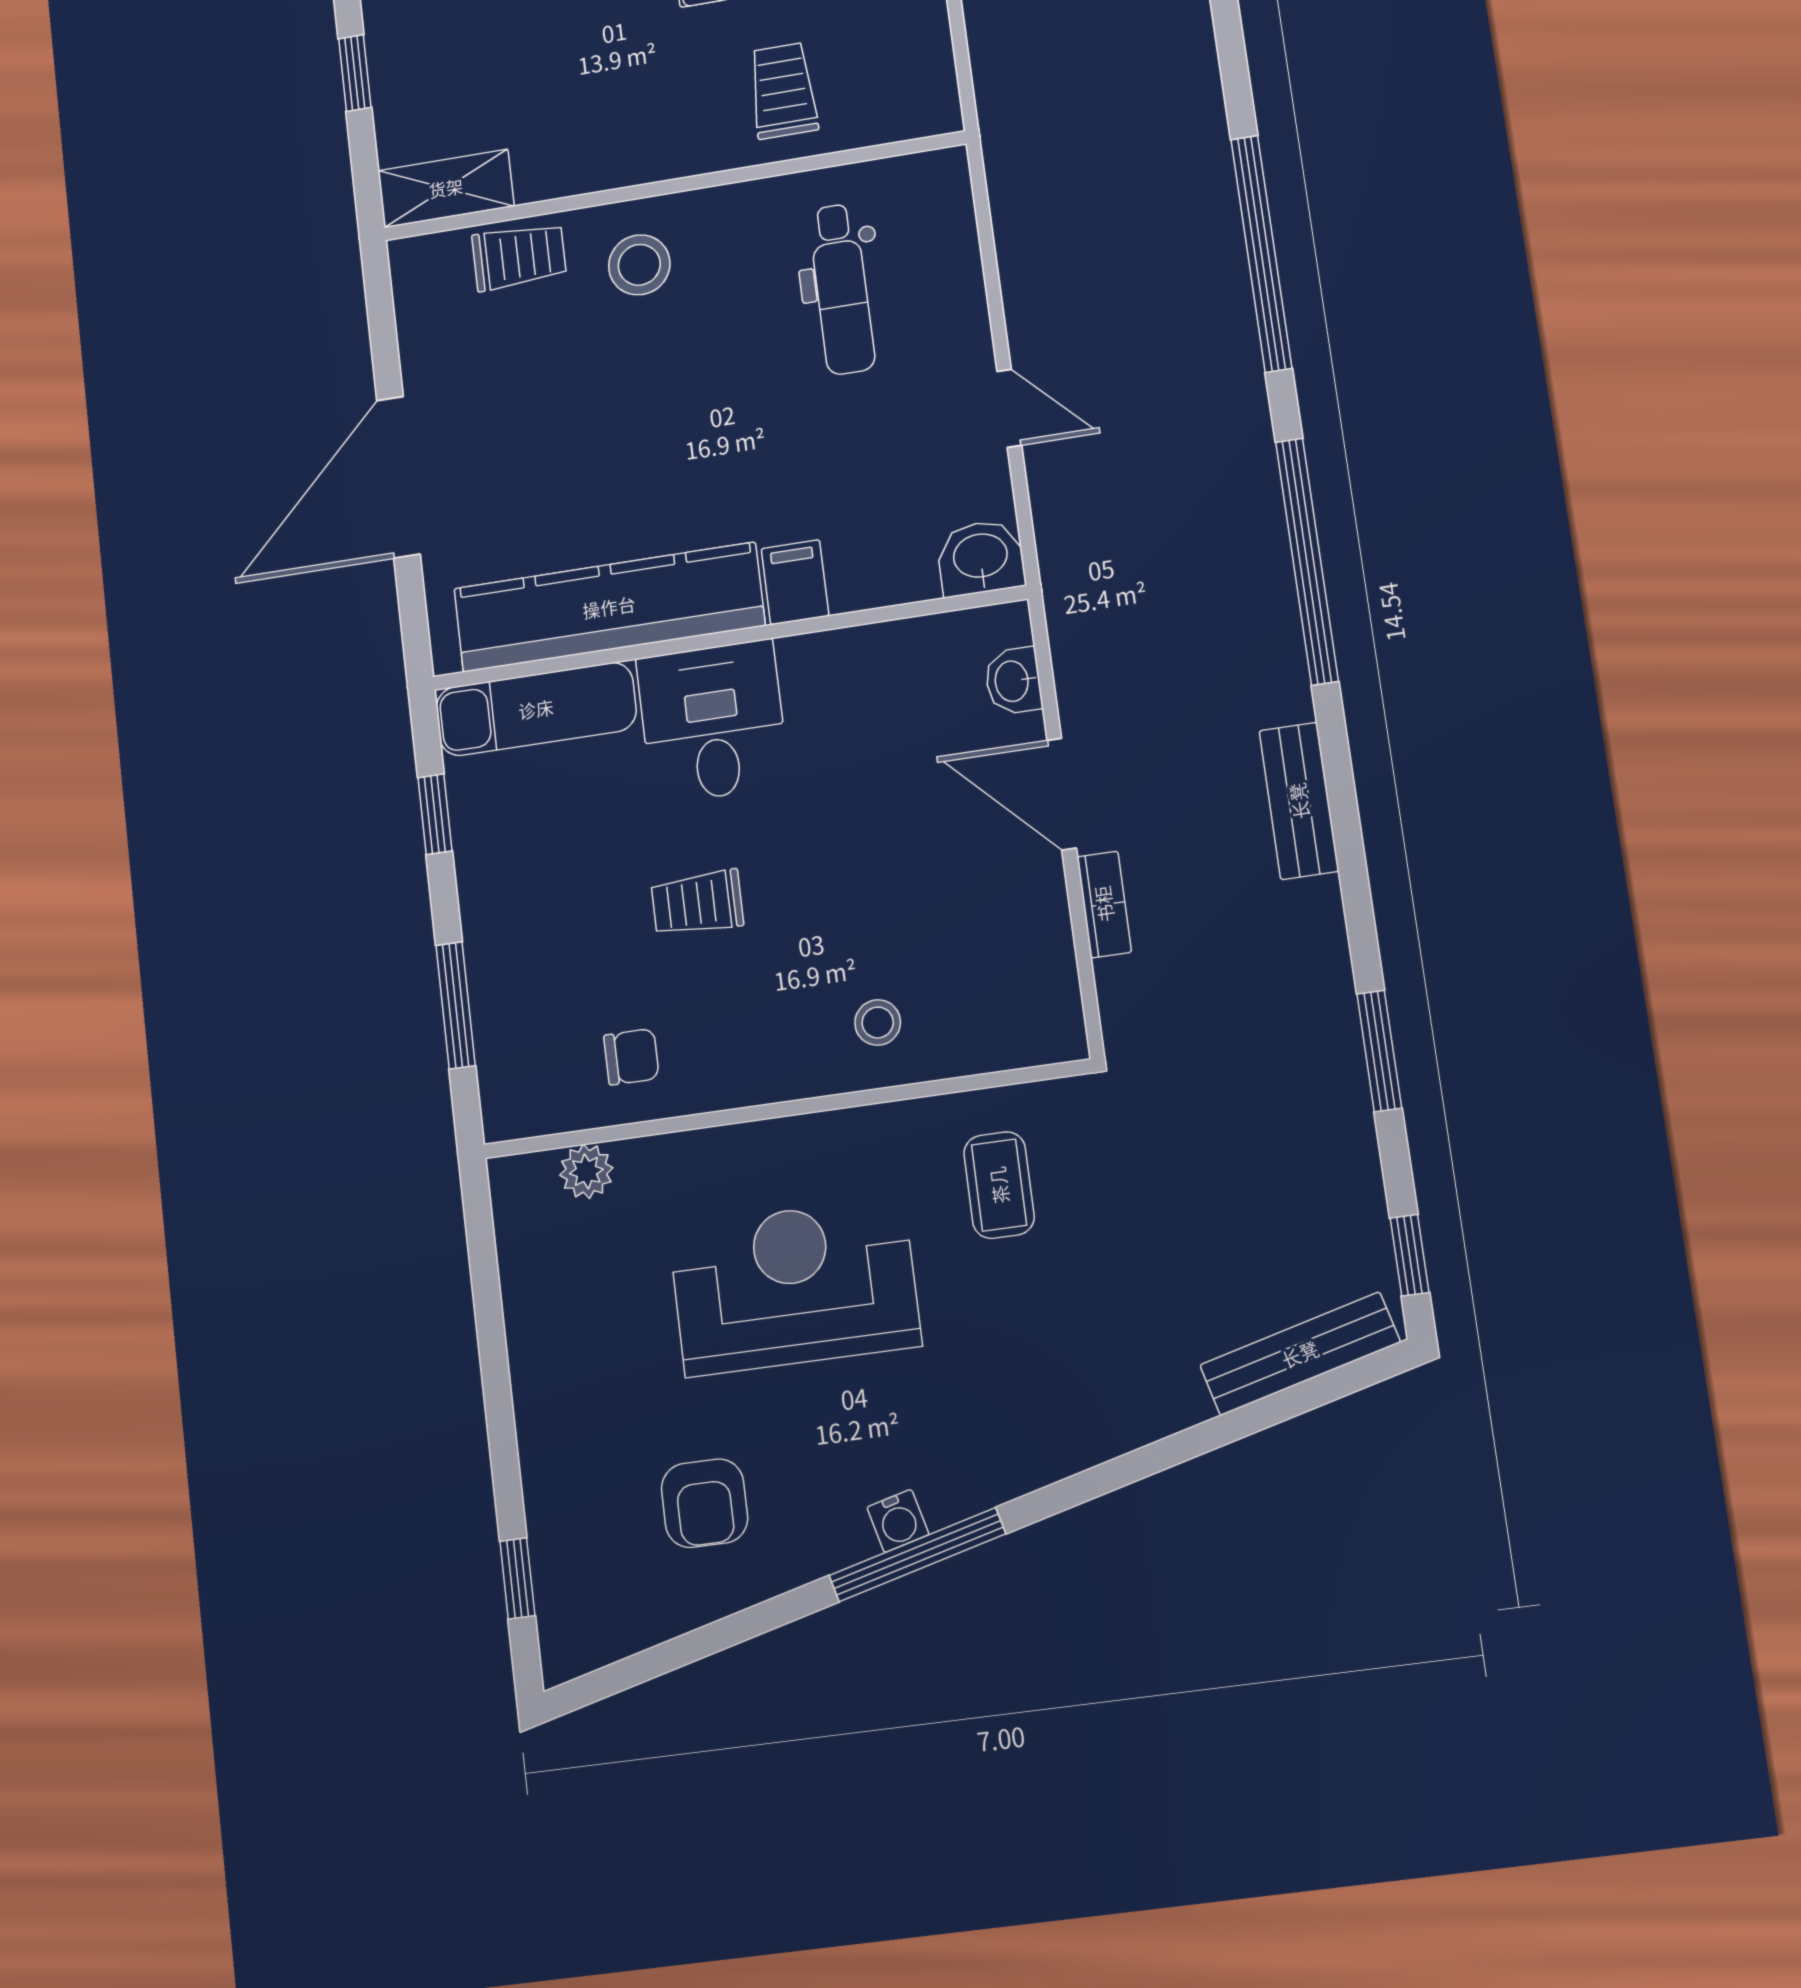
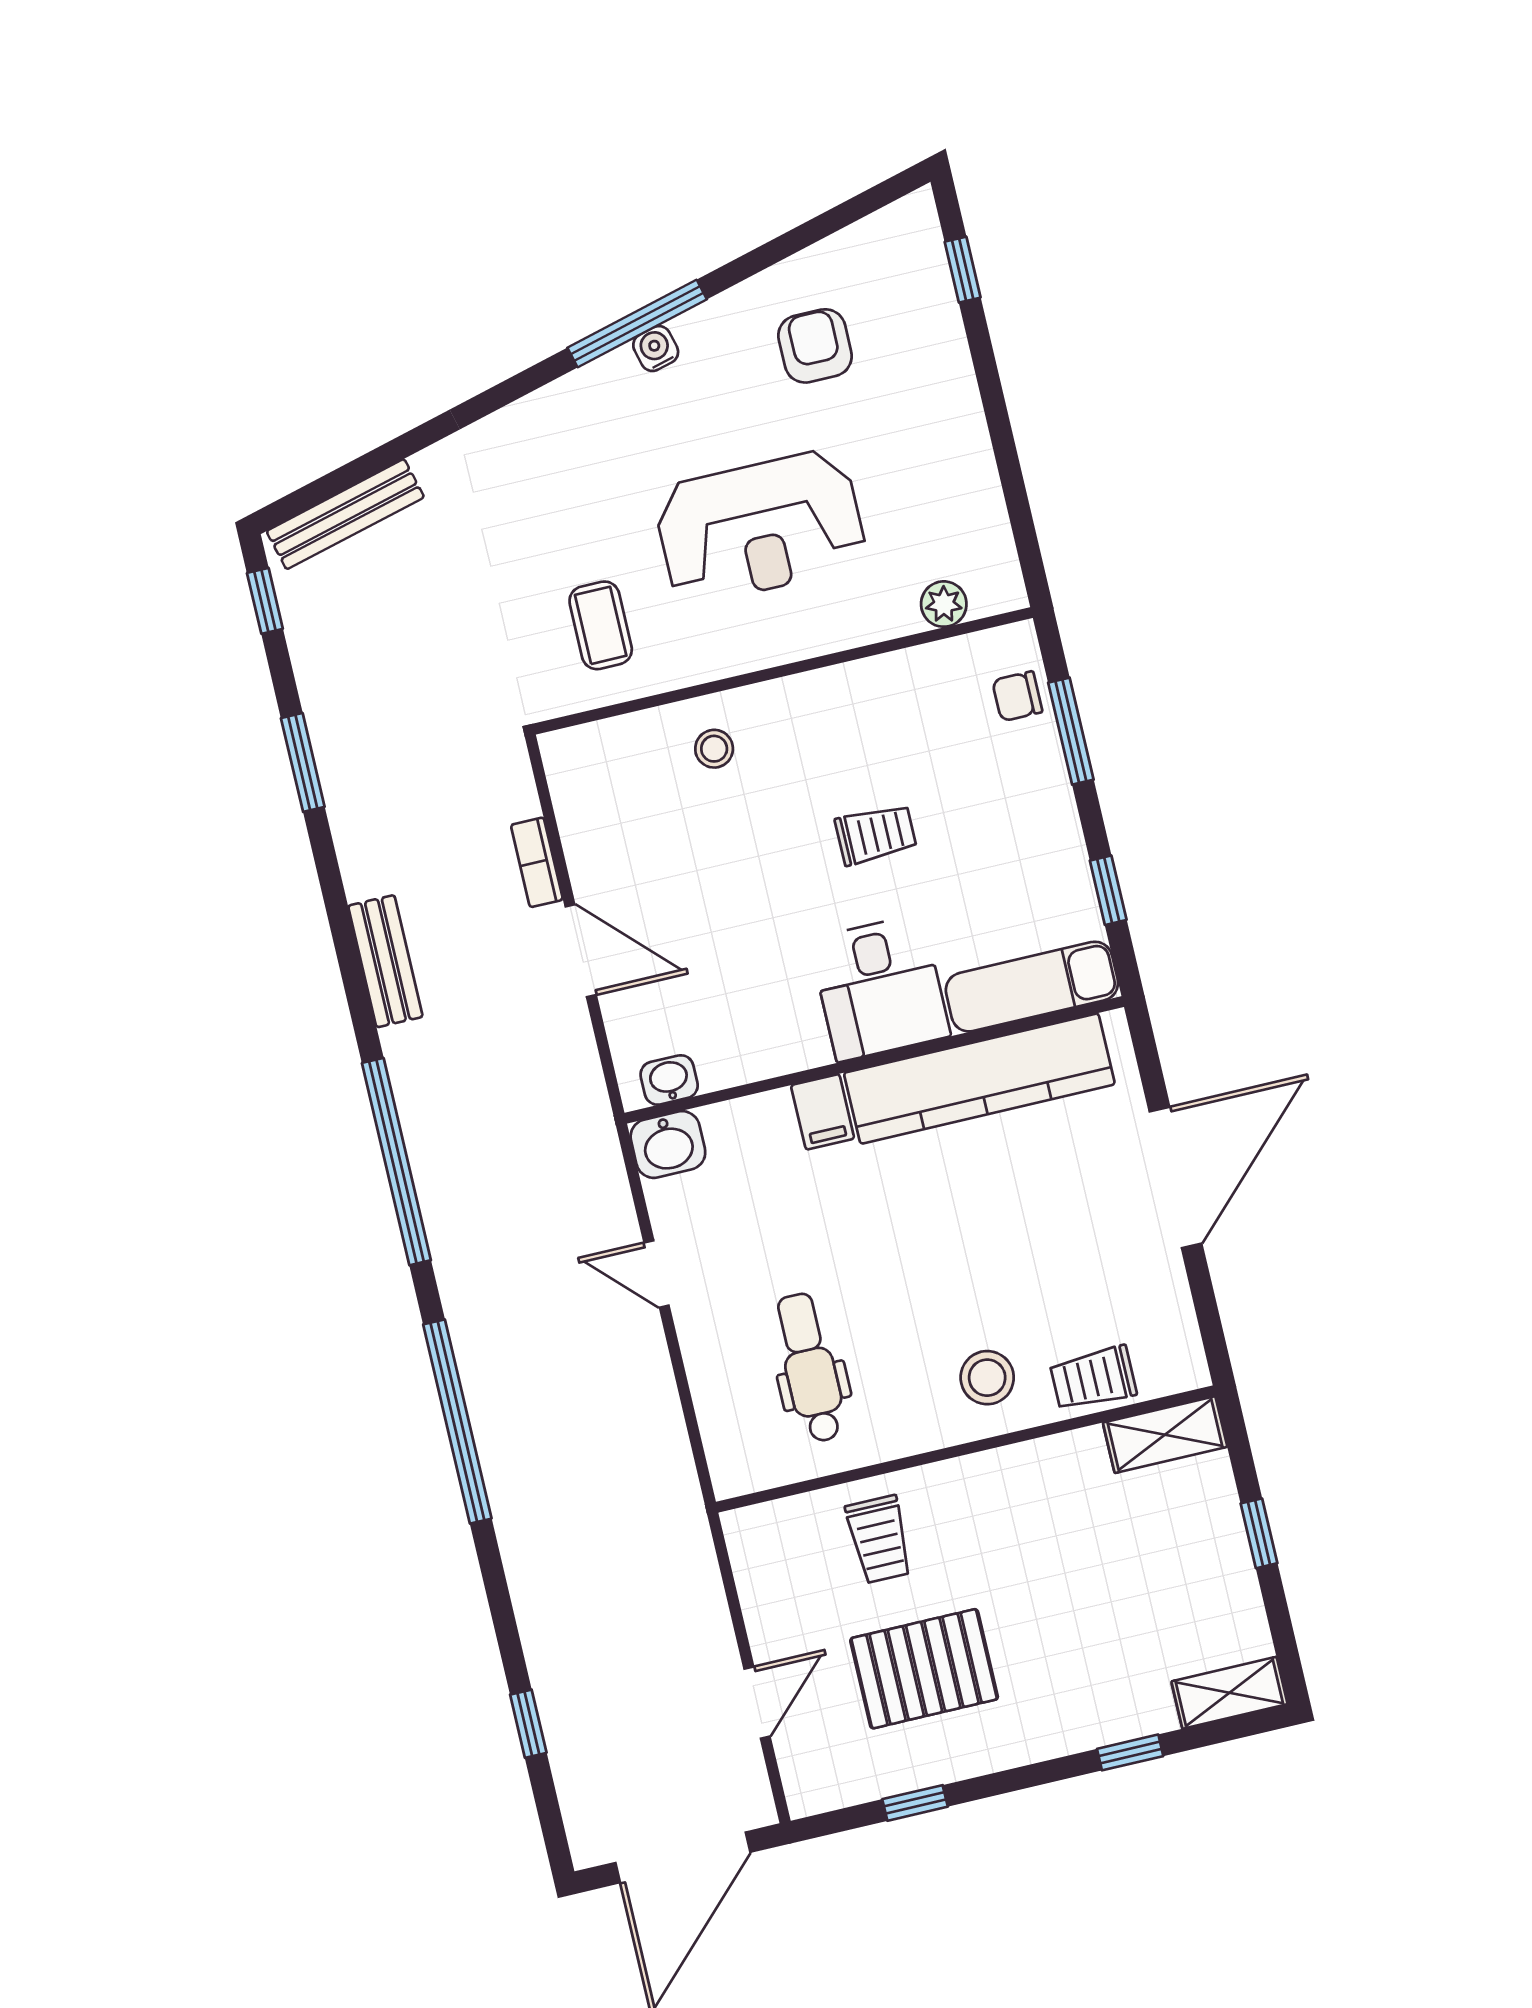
washbasin: (1013, 681) -> (669, 1080), moved, turned -90
chair: (631, 1057) -> (1017, 696), moved

